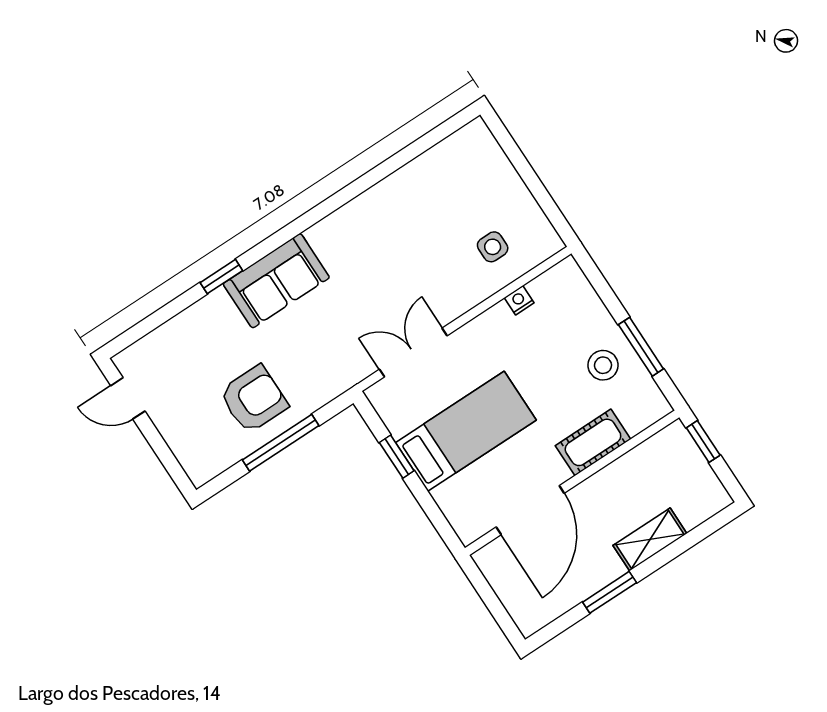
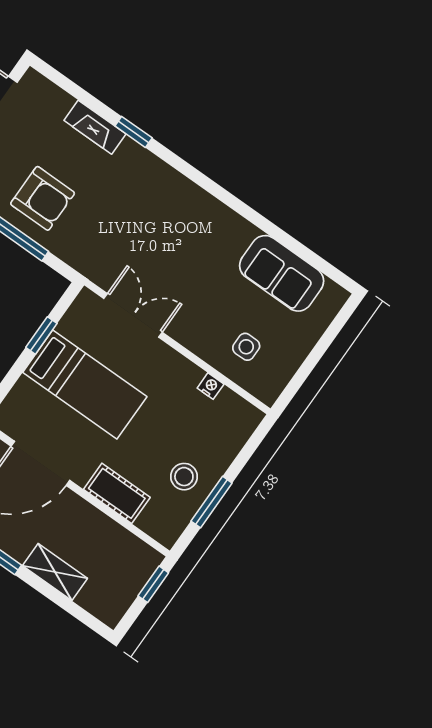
sofa: (276, 281) -> (282, 273), moved
fireplace: (201, 315) -> (95, 127), added

